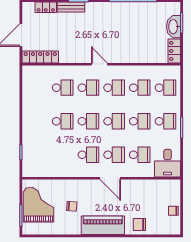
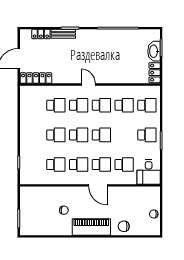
school desk: (140, 121) -> (56, 165), moved
grand piano: (38, 205) -> (34, 209), removed

